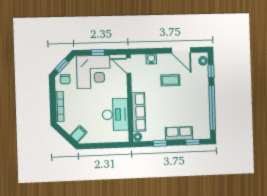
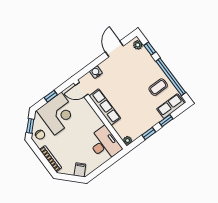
door: (181, 50) -> (114, 49), swing flipped
coffee table: (170, 80) -> (158, 87), moved
row of seats: (139, 112) -> (105, 107), moved
desk: (115, 115) -> (104, 144), moved
row of seats: (179, 133) -> (171, 106), moved
window: (193, 142) -> (166, 121), moved

